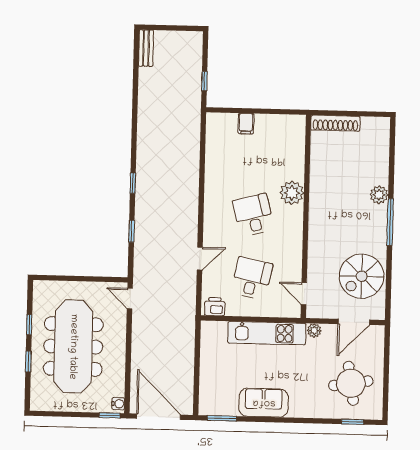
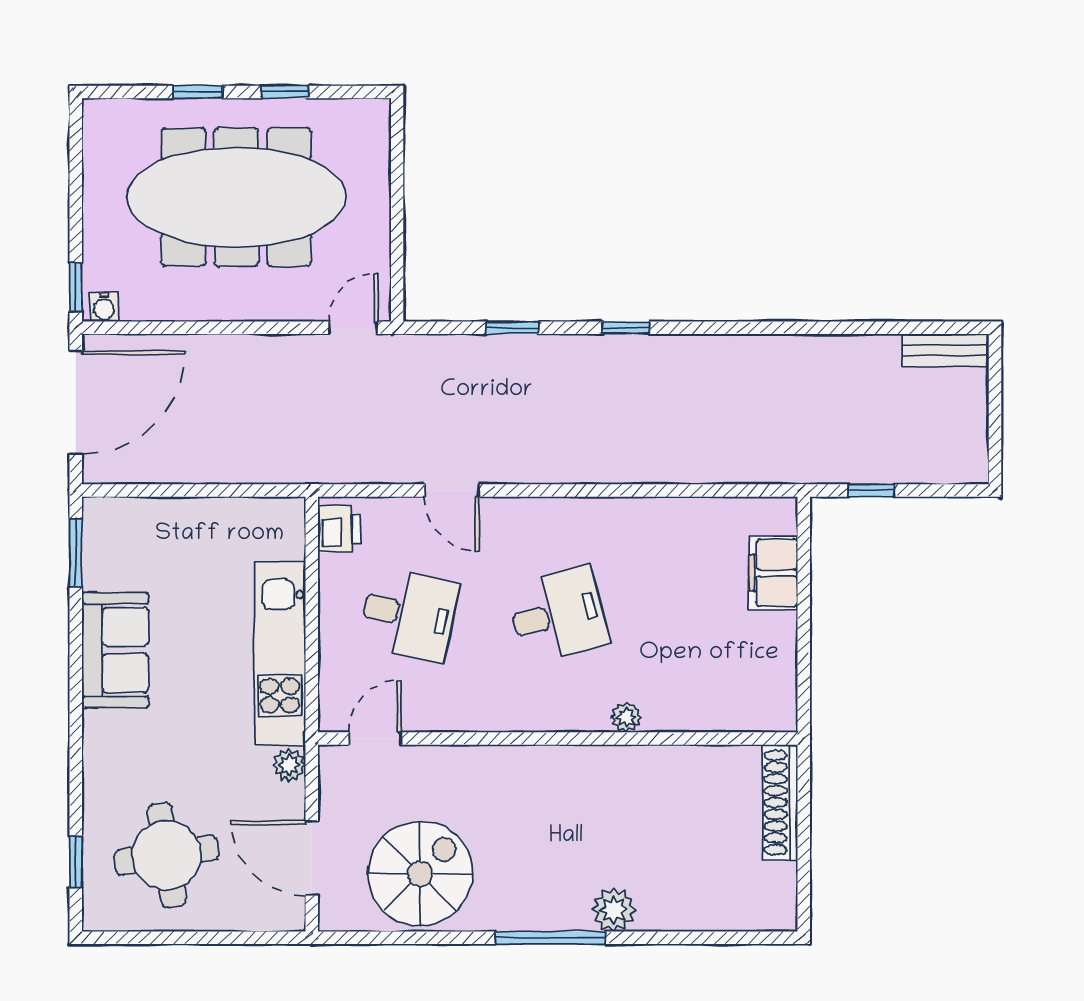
filing cabinet: (246, 124) -> (773, 573), width x2.00
plant: (292, 193) -> (626, 717), width x0.53, depth x0.53
spiral stairs: (362, 276) -> (420, 874), turned 90

